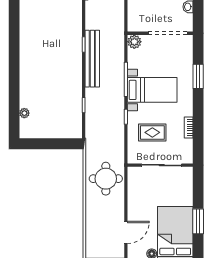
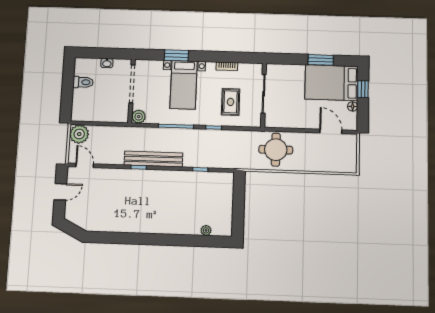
bed with nightstands: (152, 90) -> (184, 85), moved, turned 180

